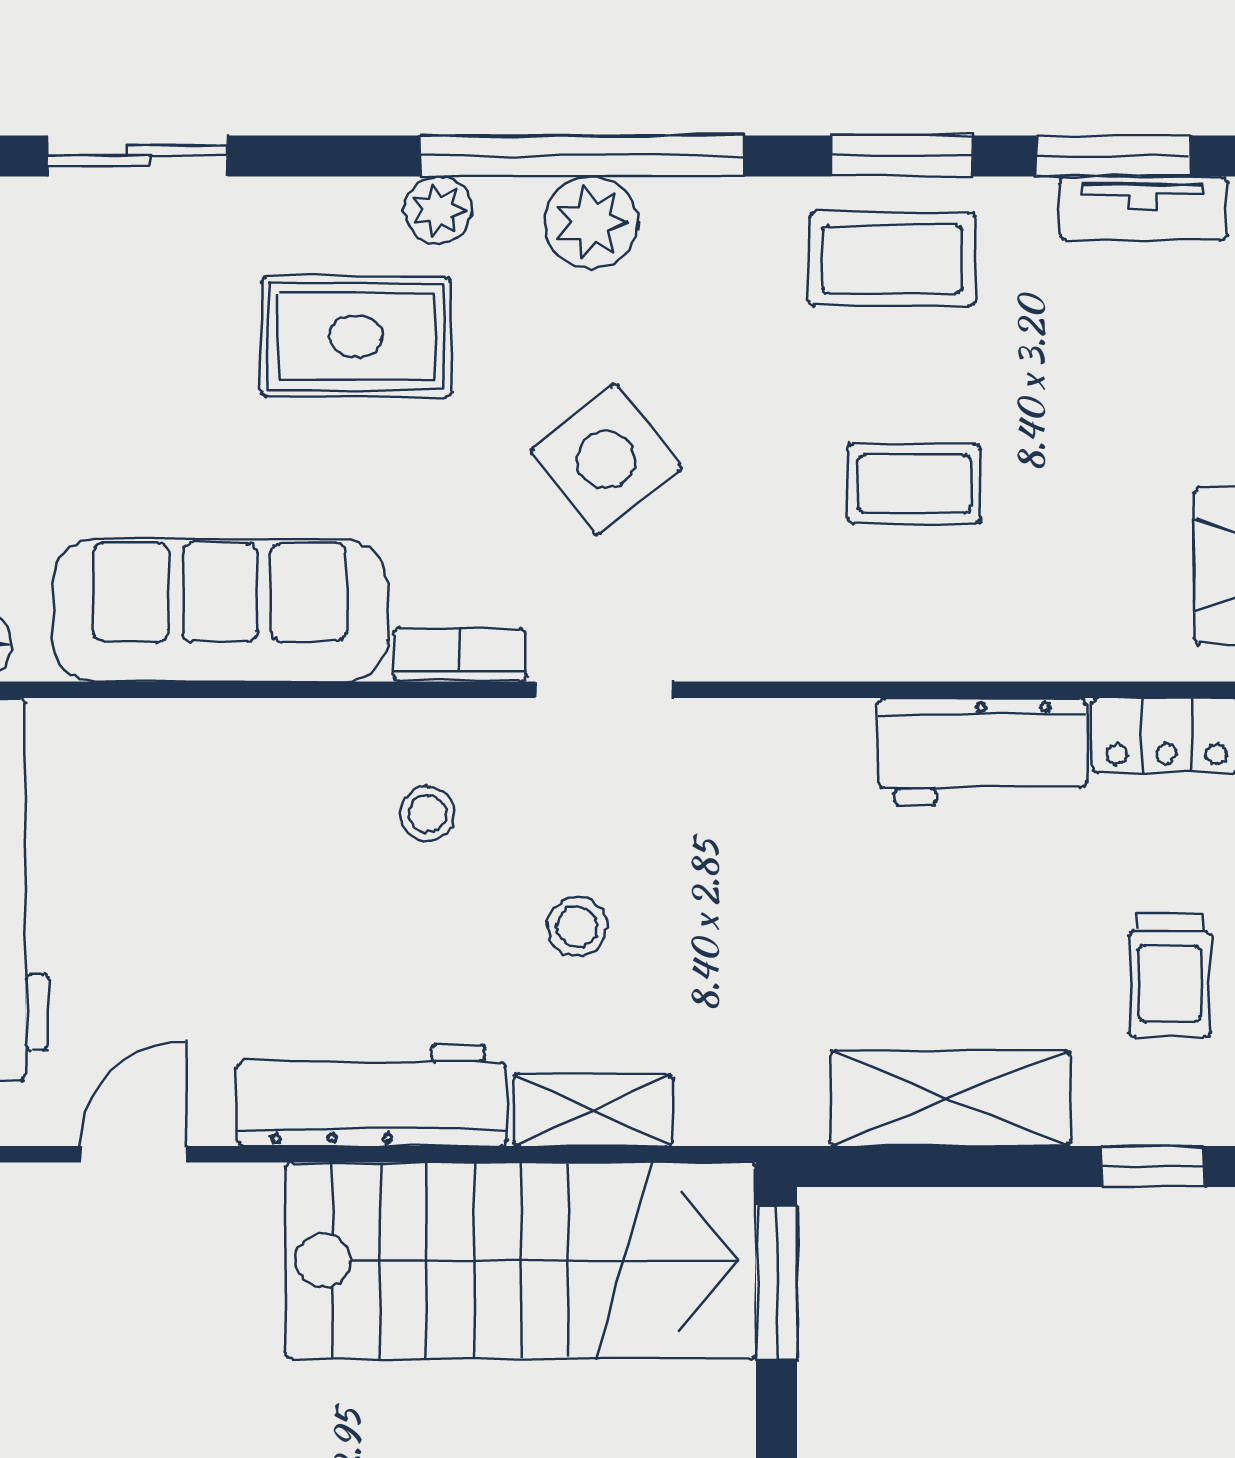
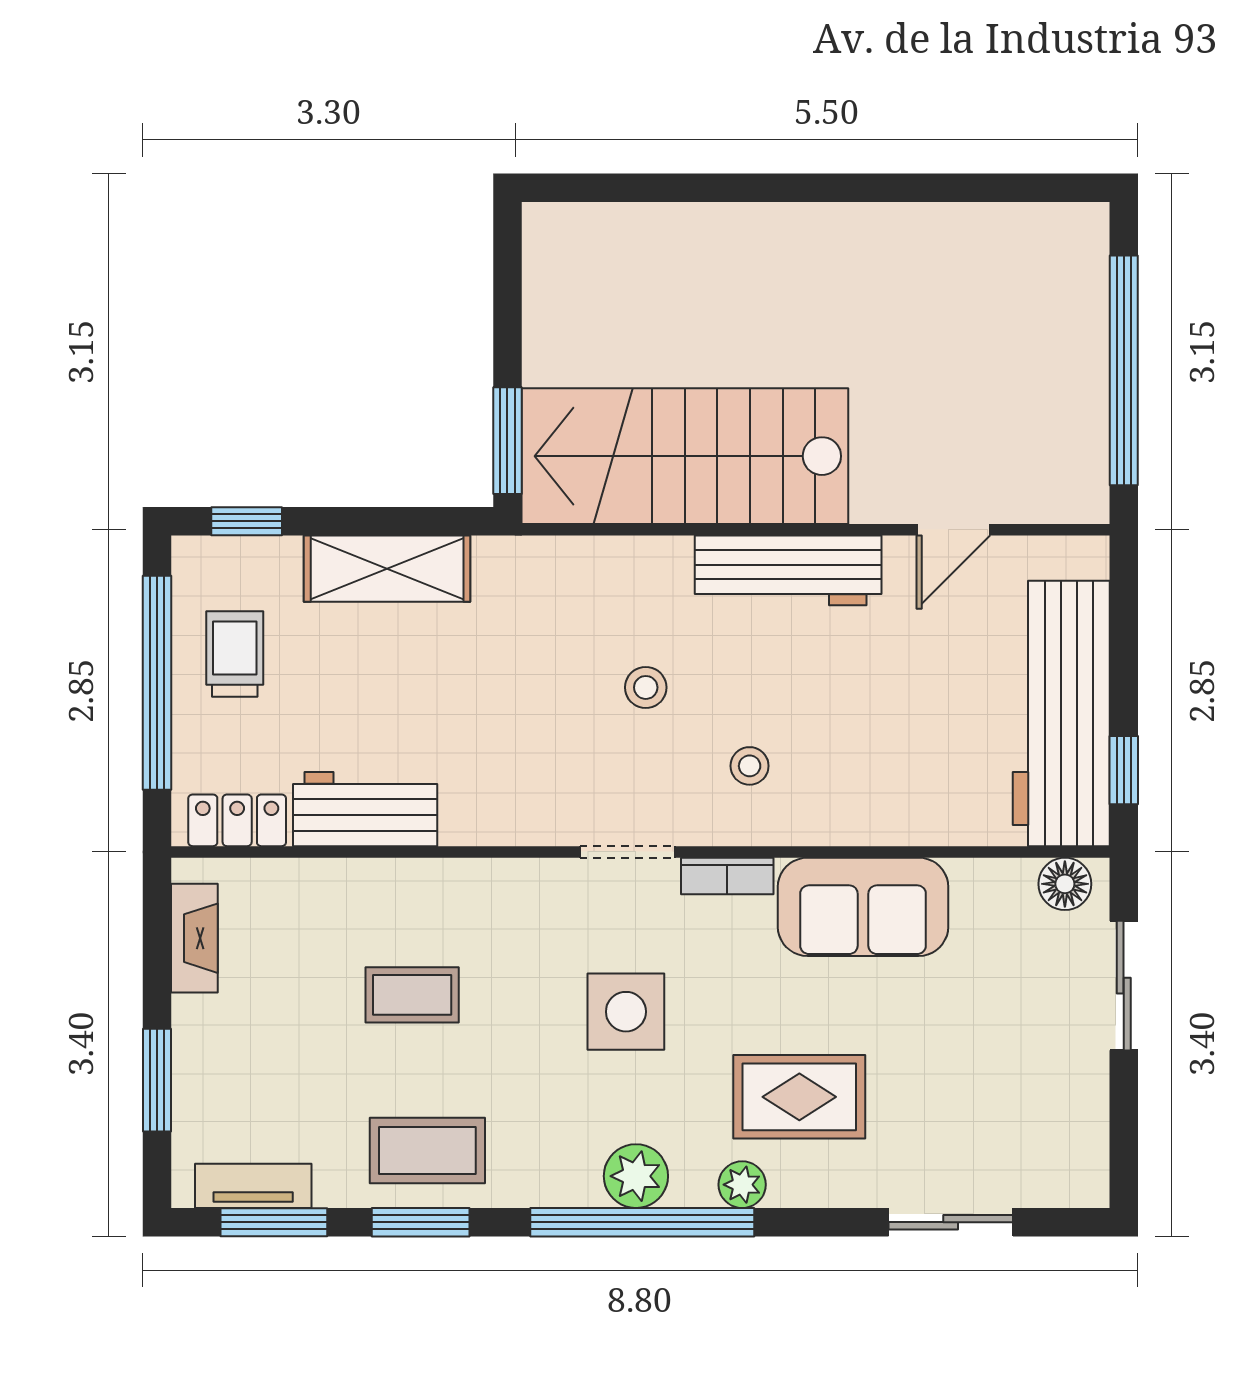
side table: (606, 460) -> (626, 1012), turned 38
sofa: (220, 611) -> (863, 907), width x0.73
shelving: (593, 1110) -> (635, 560), removed

